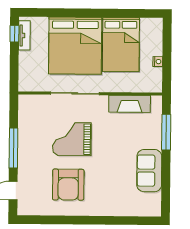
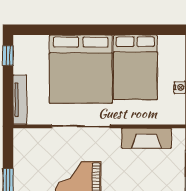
tv unit: (24, 35) -> (20, 100), moved, width x1.41

